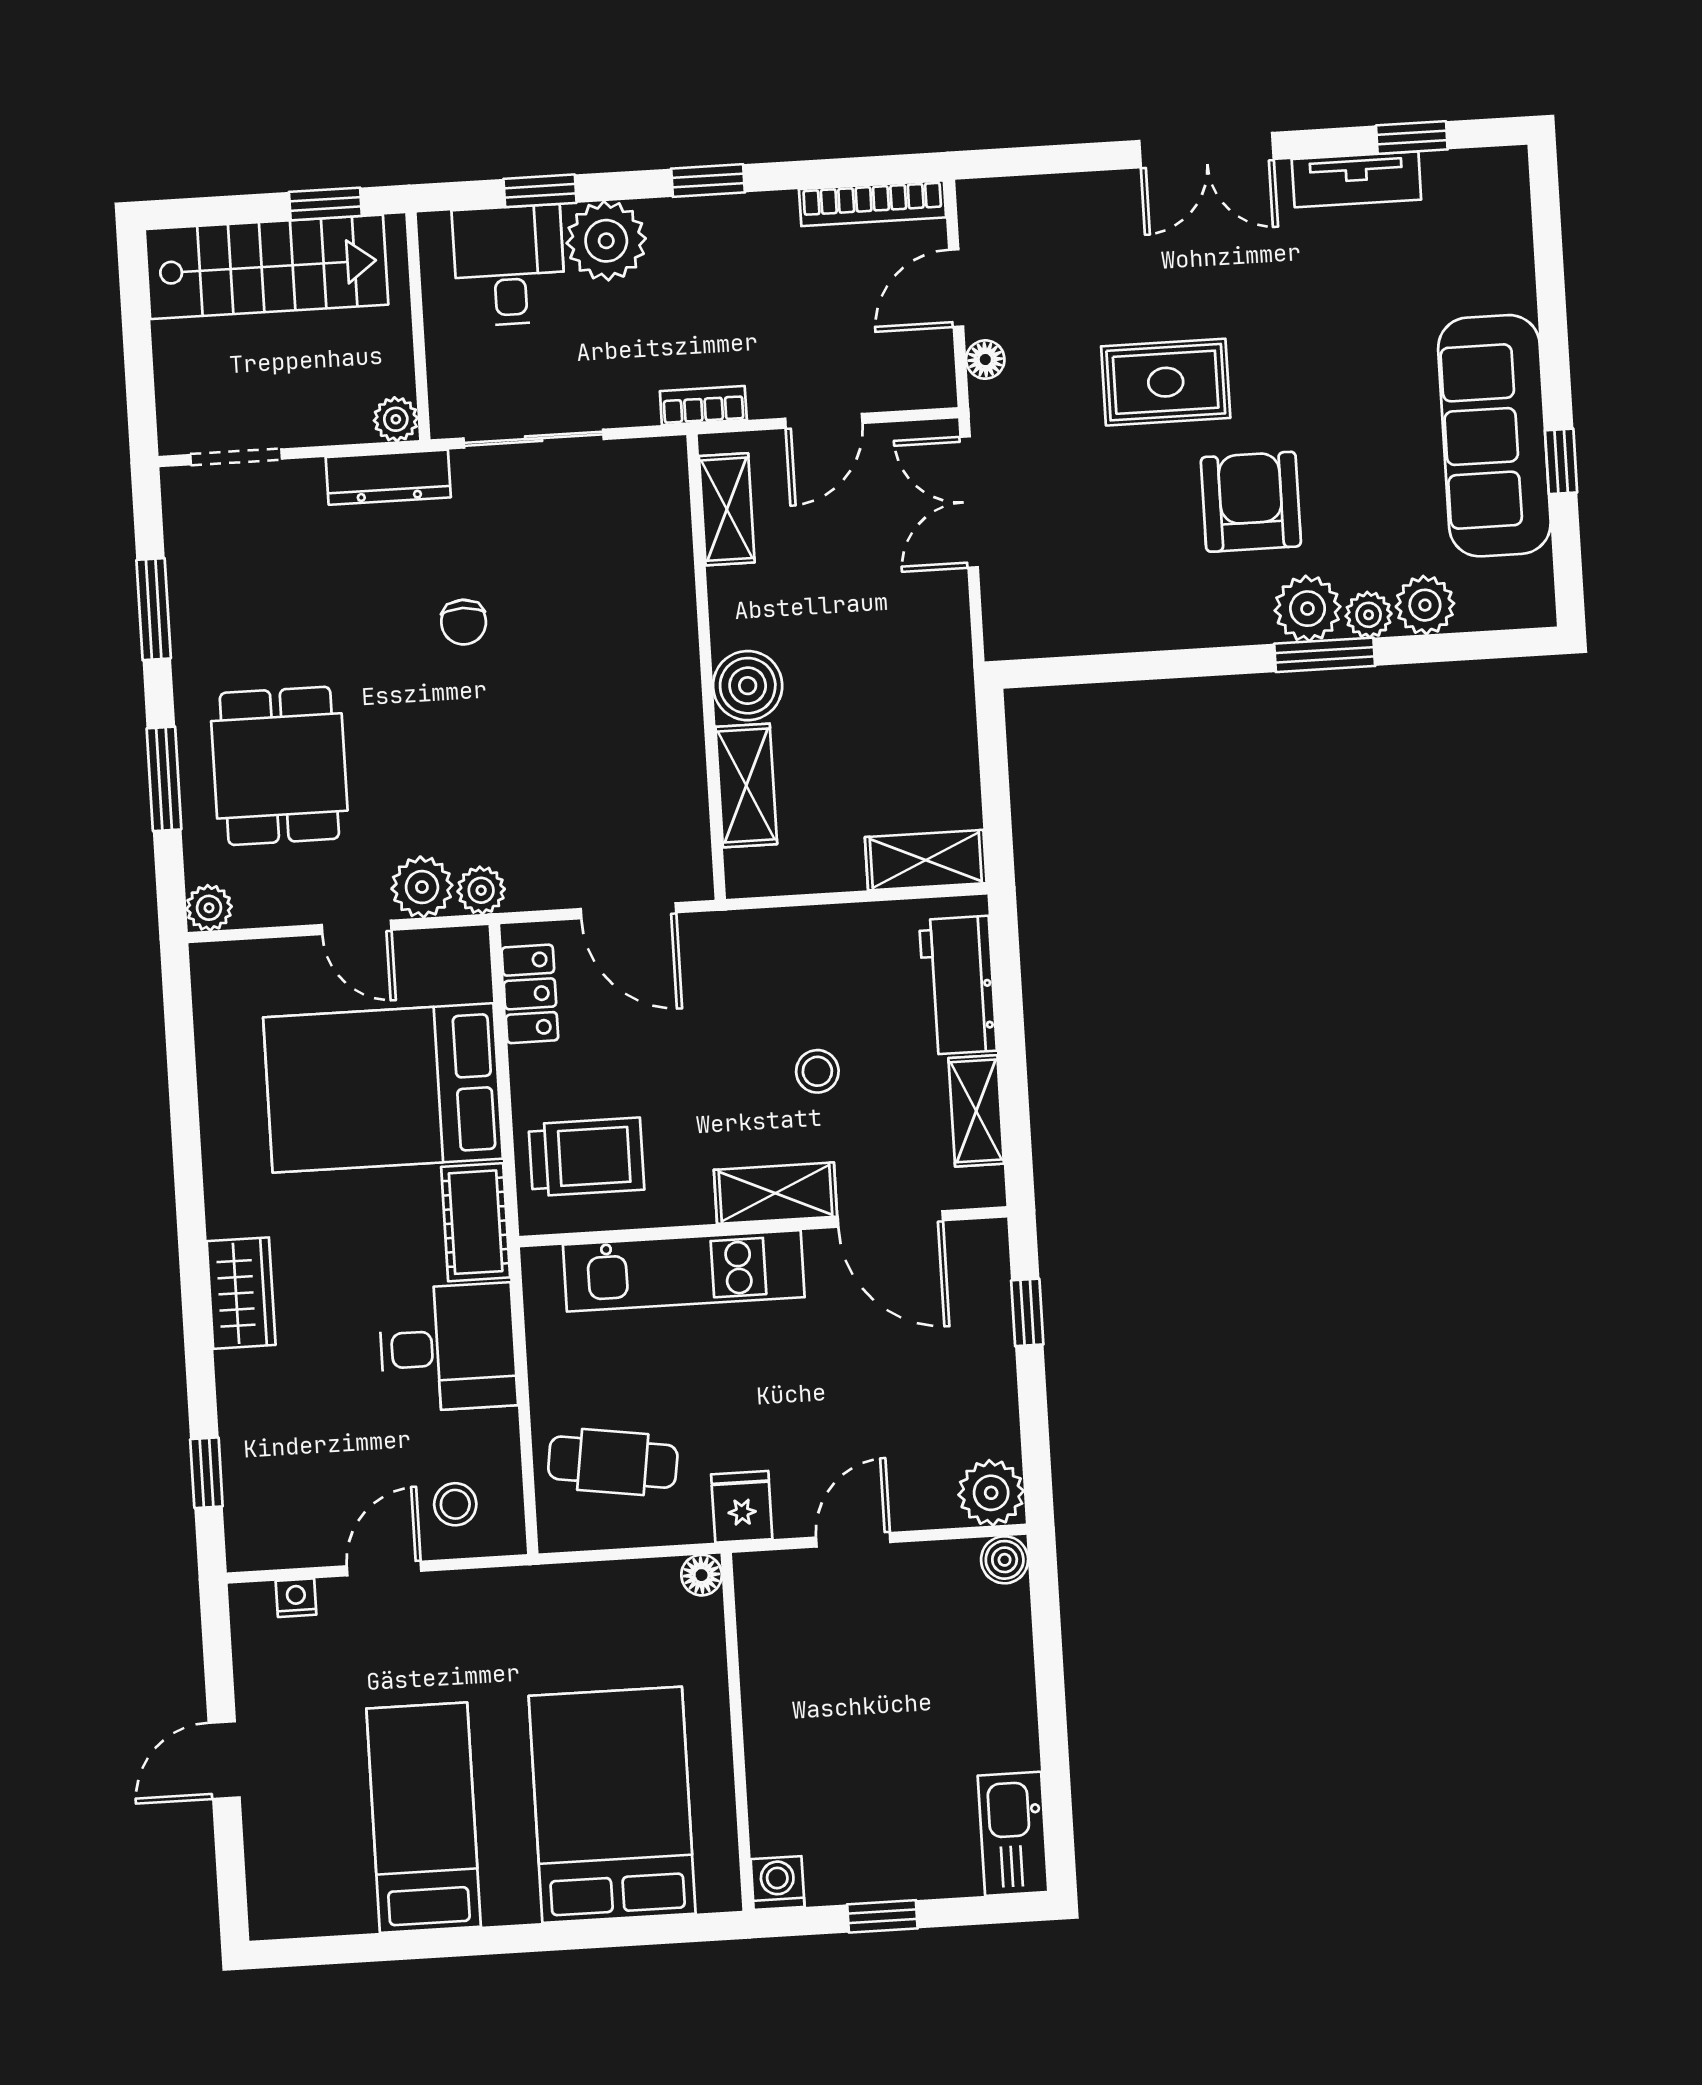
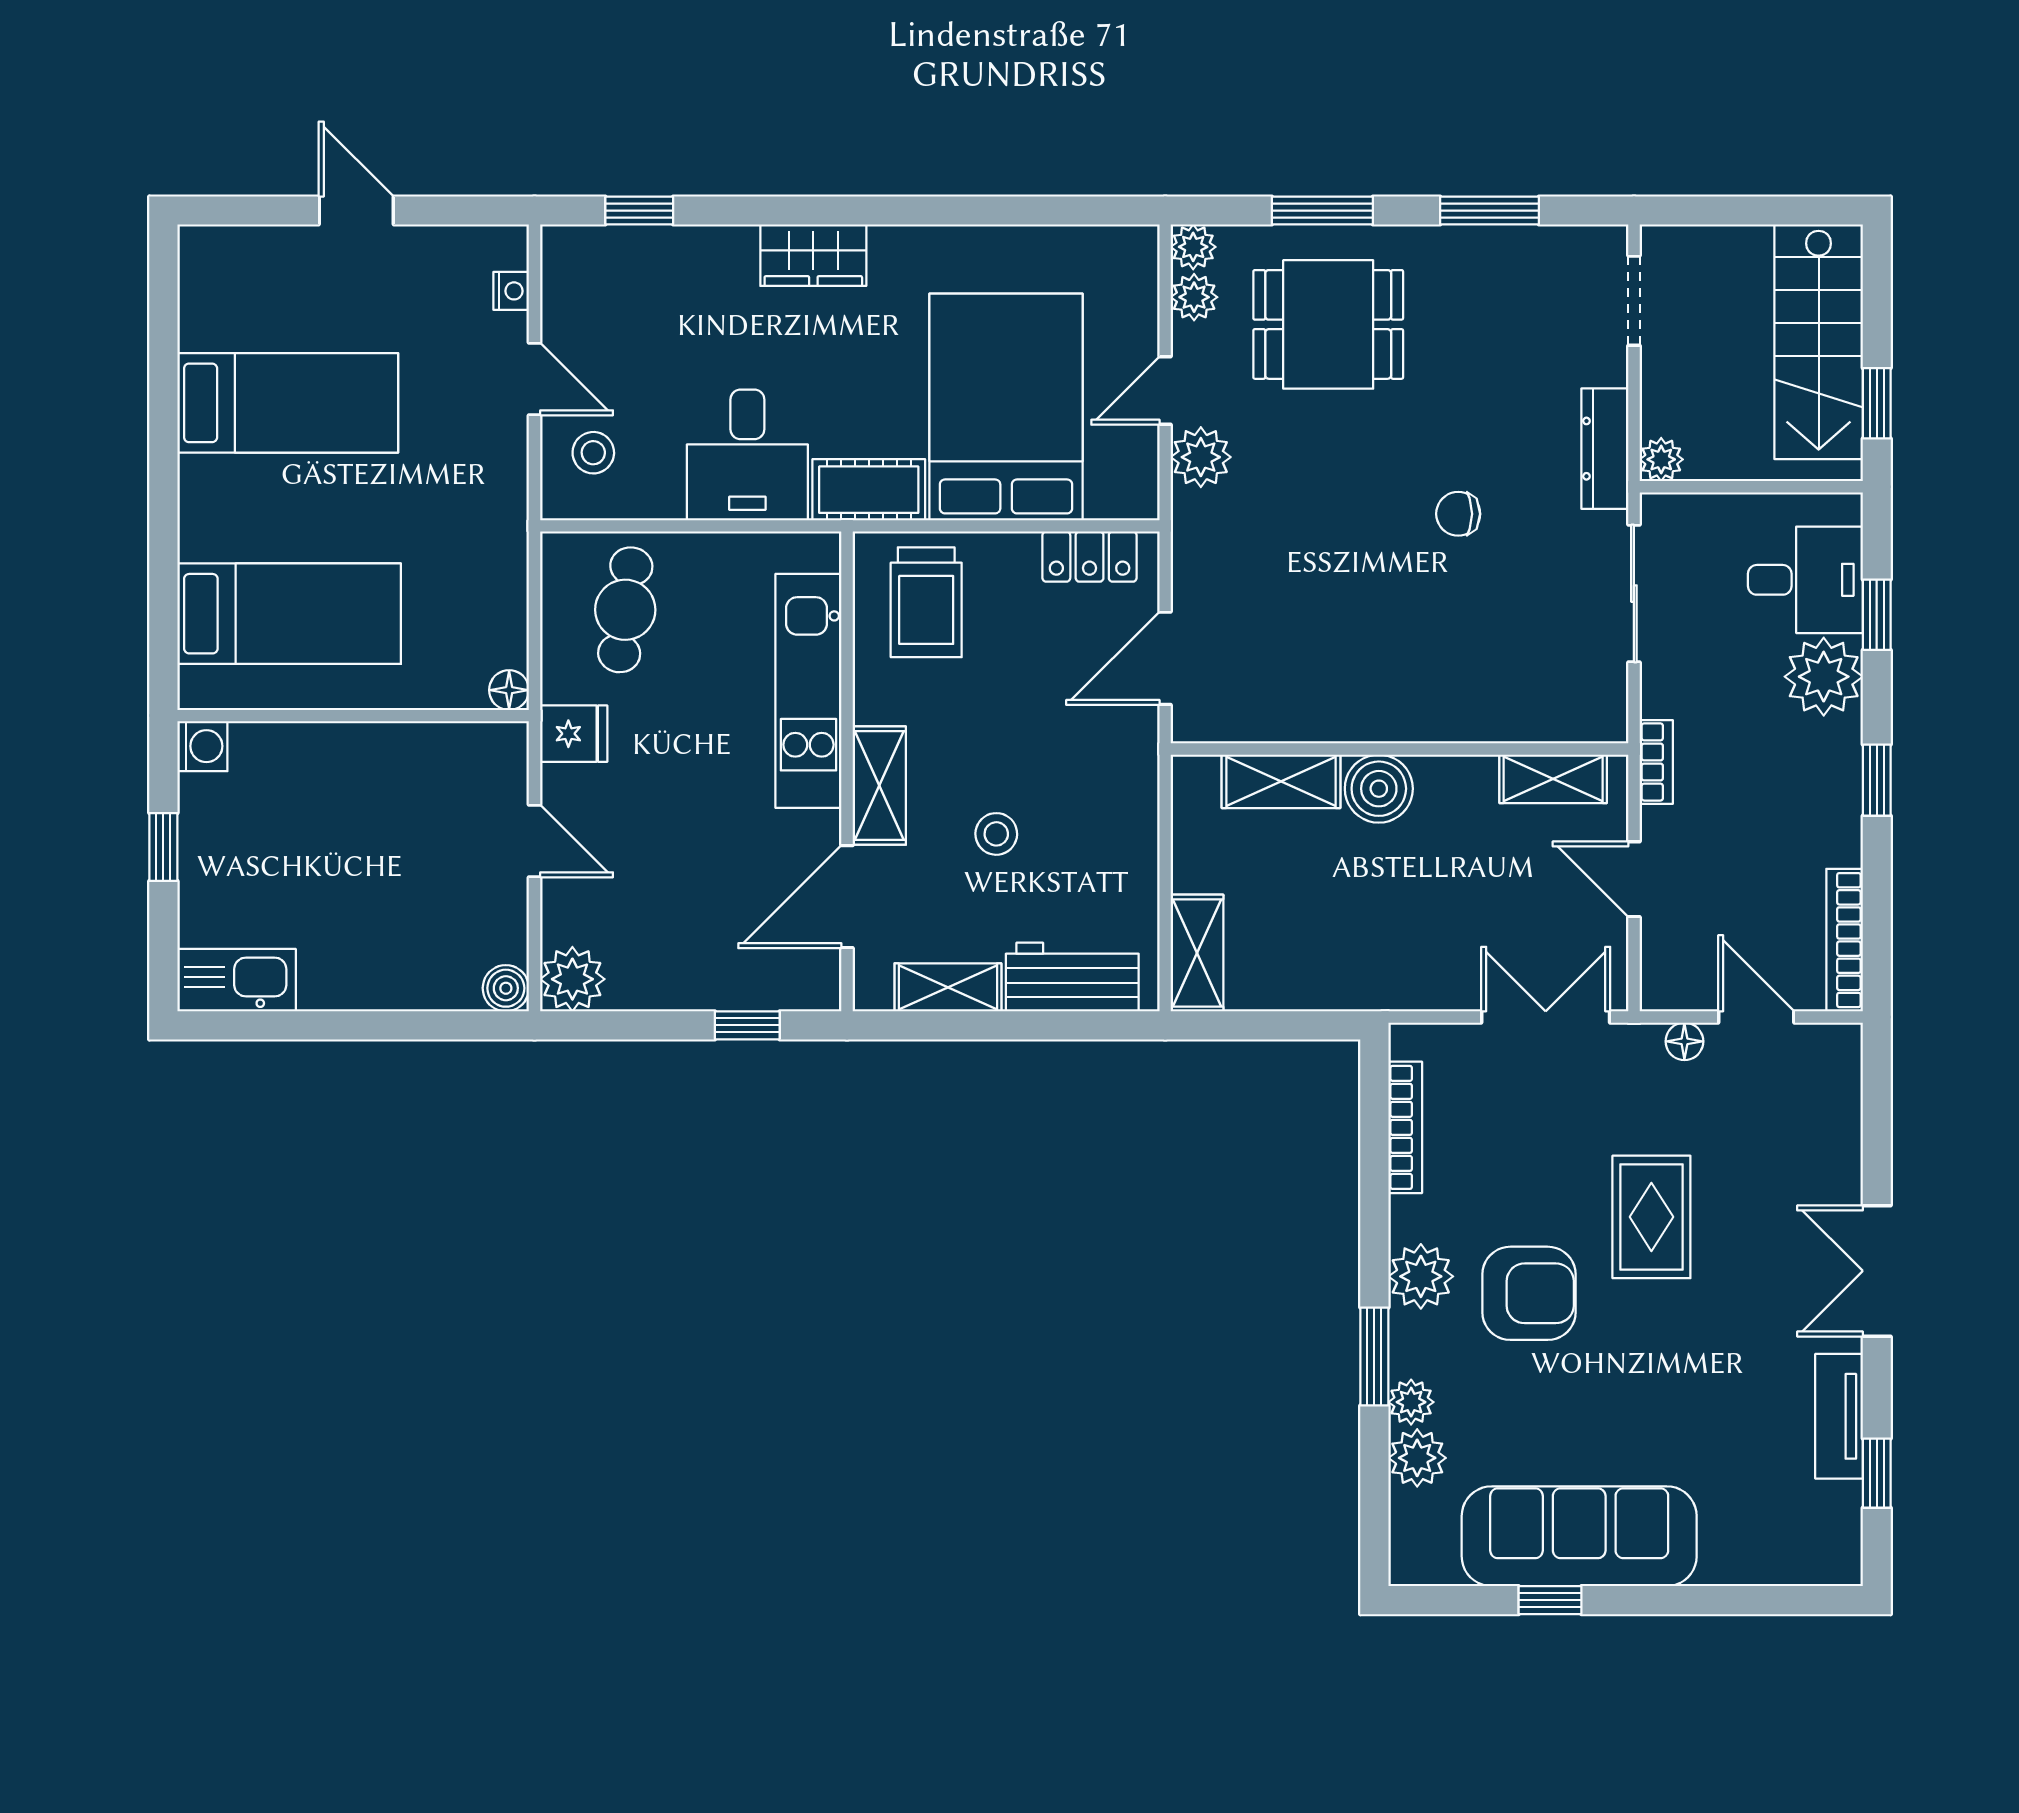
plant: (1308, 609) -> (1421, 1276), moved
bookcase: (1090, 638) -> (1405, 1127), added
plant: (481, 890) -> (1194, 297), moved
bed: (612, 1805) -> (289, 614), width x0.67

